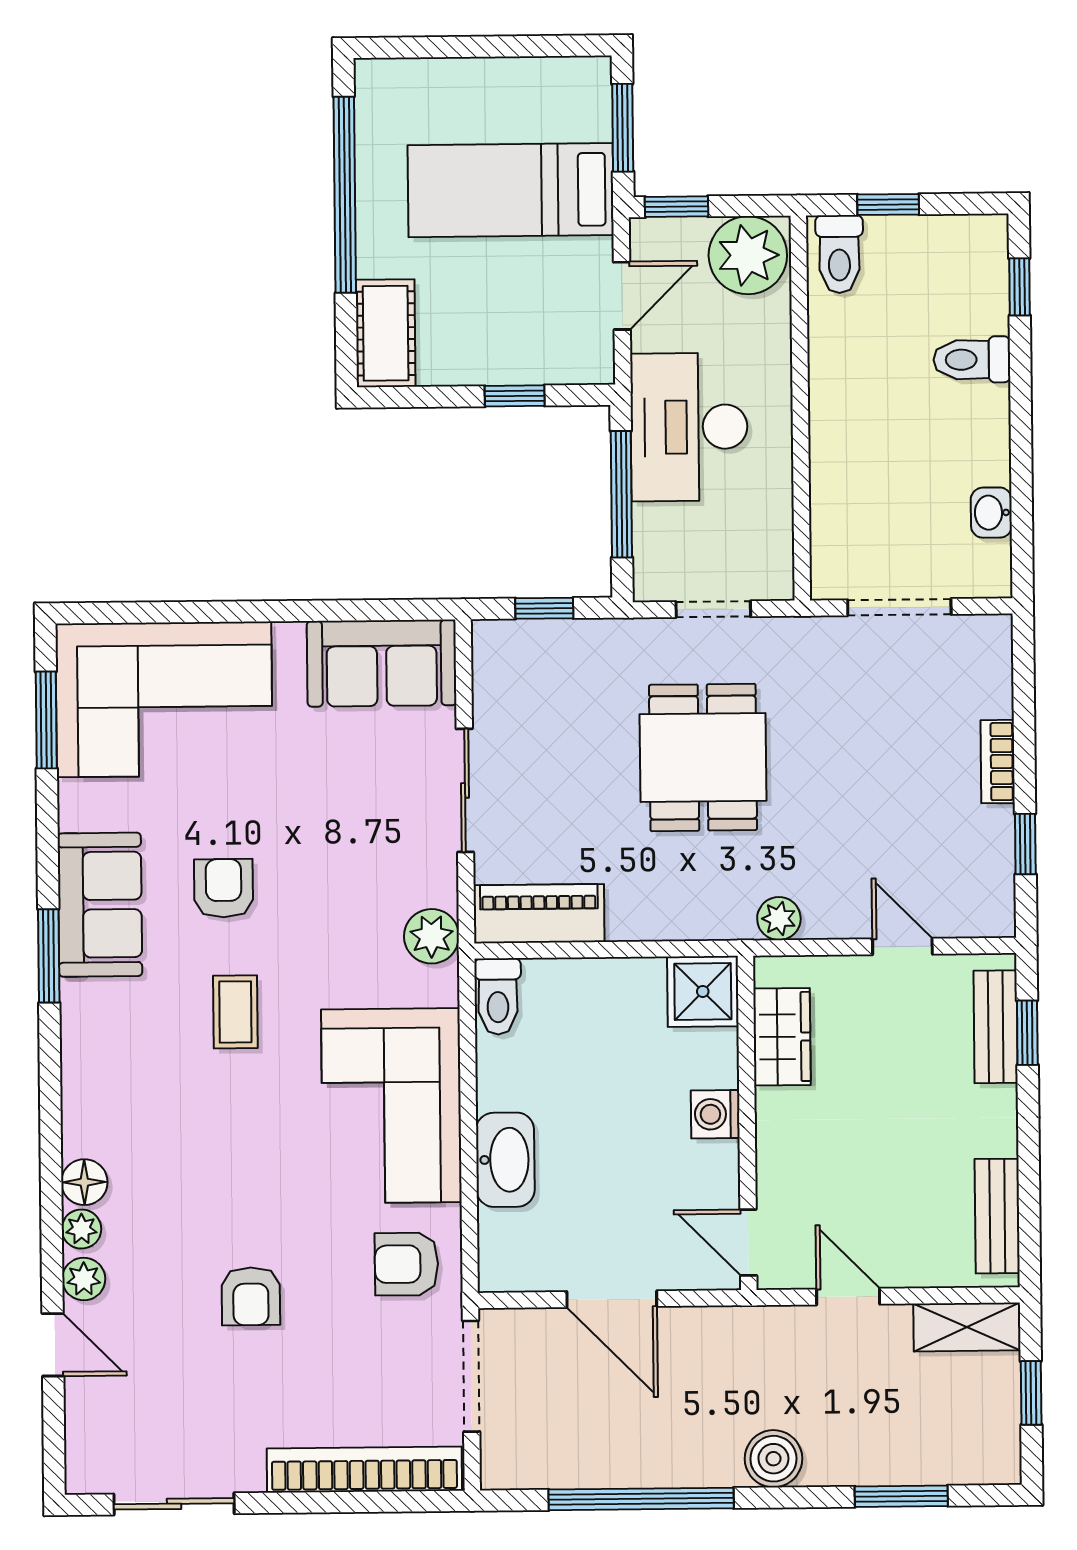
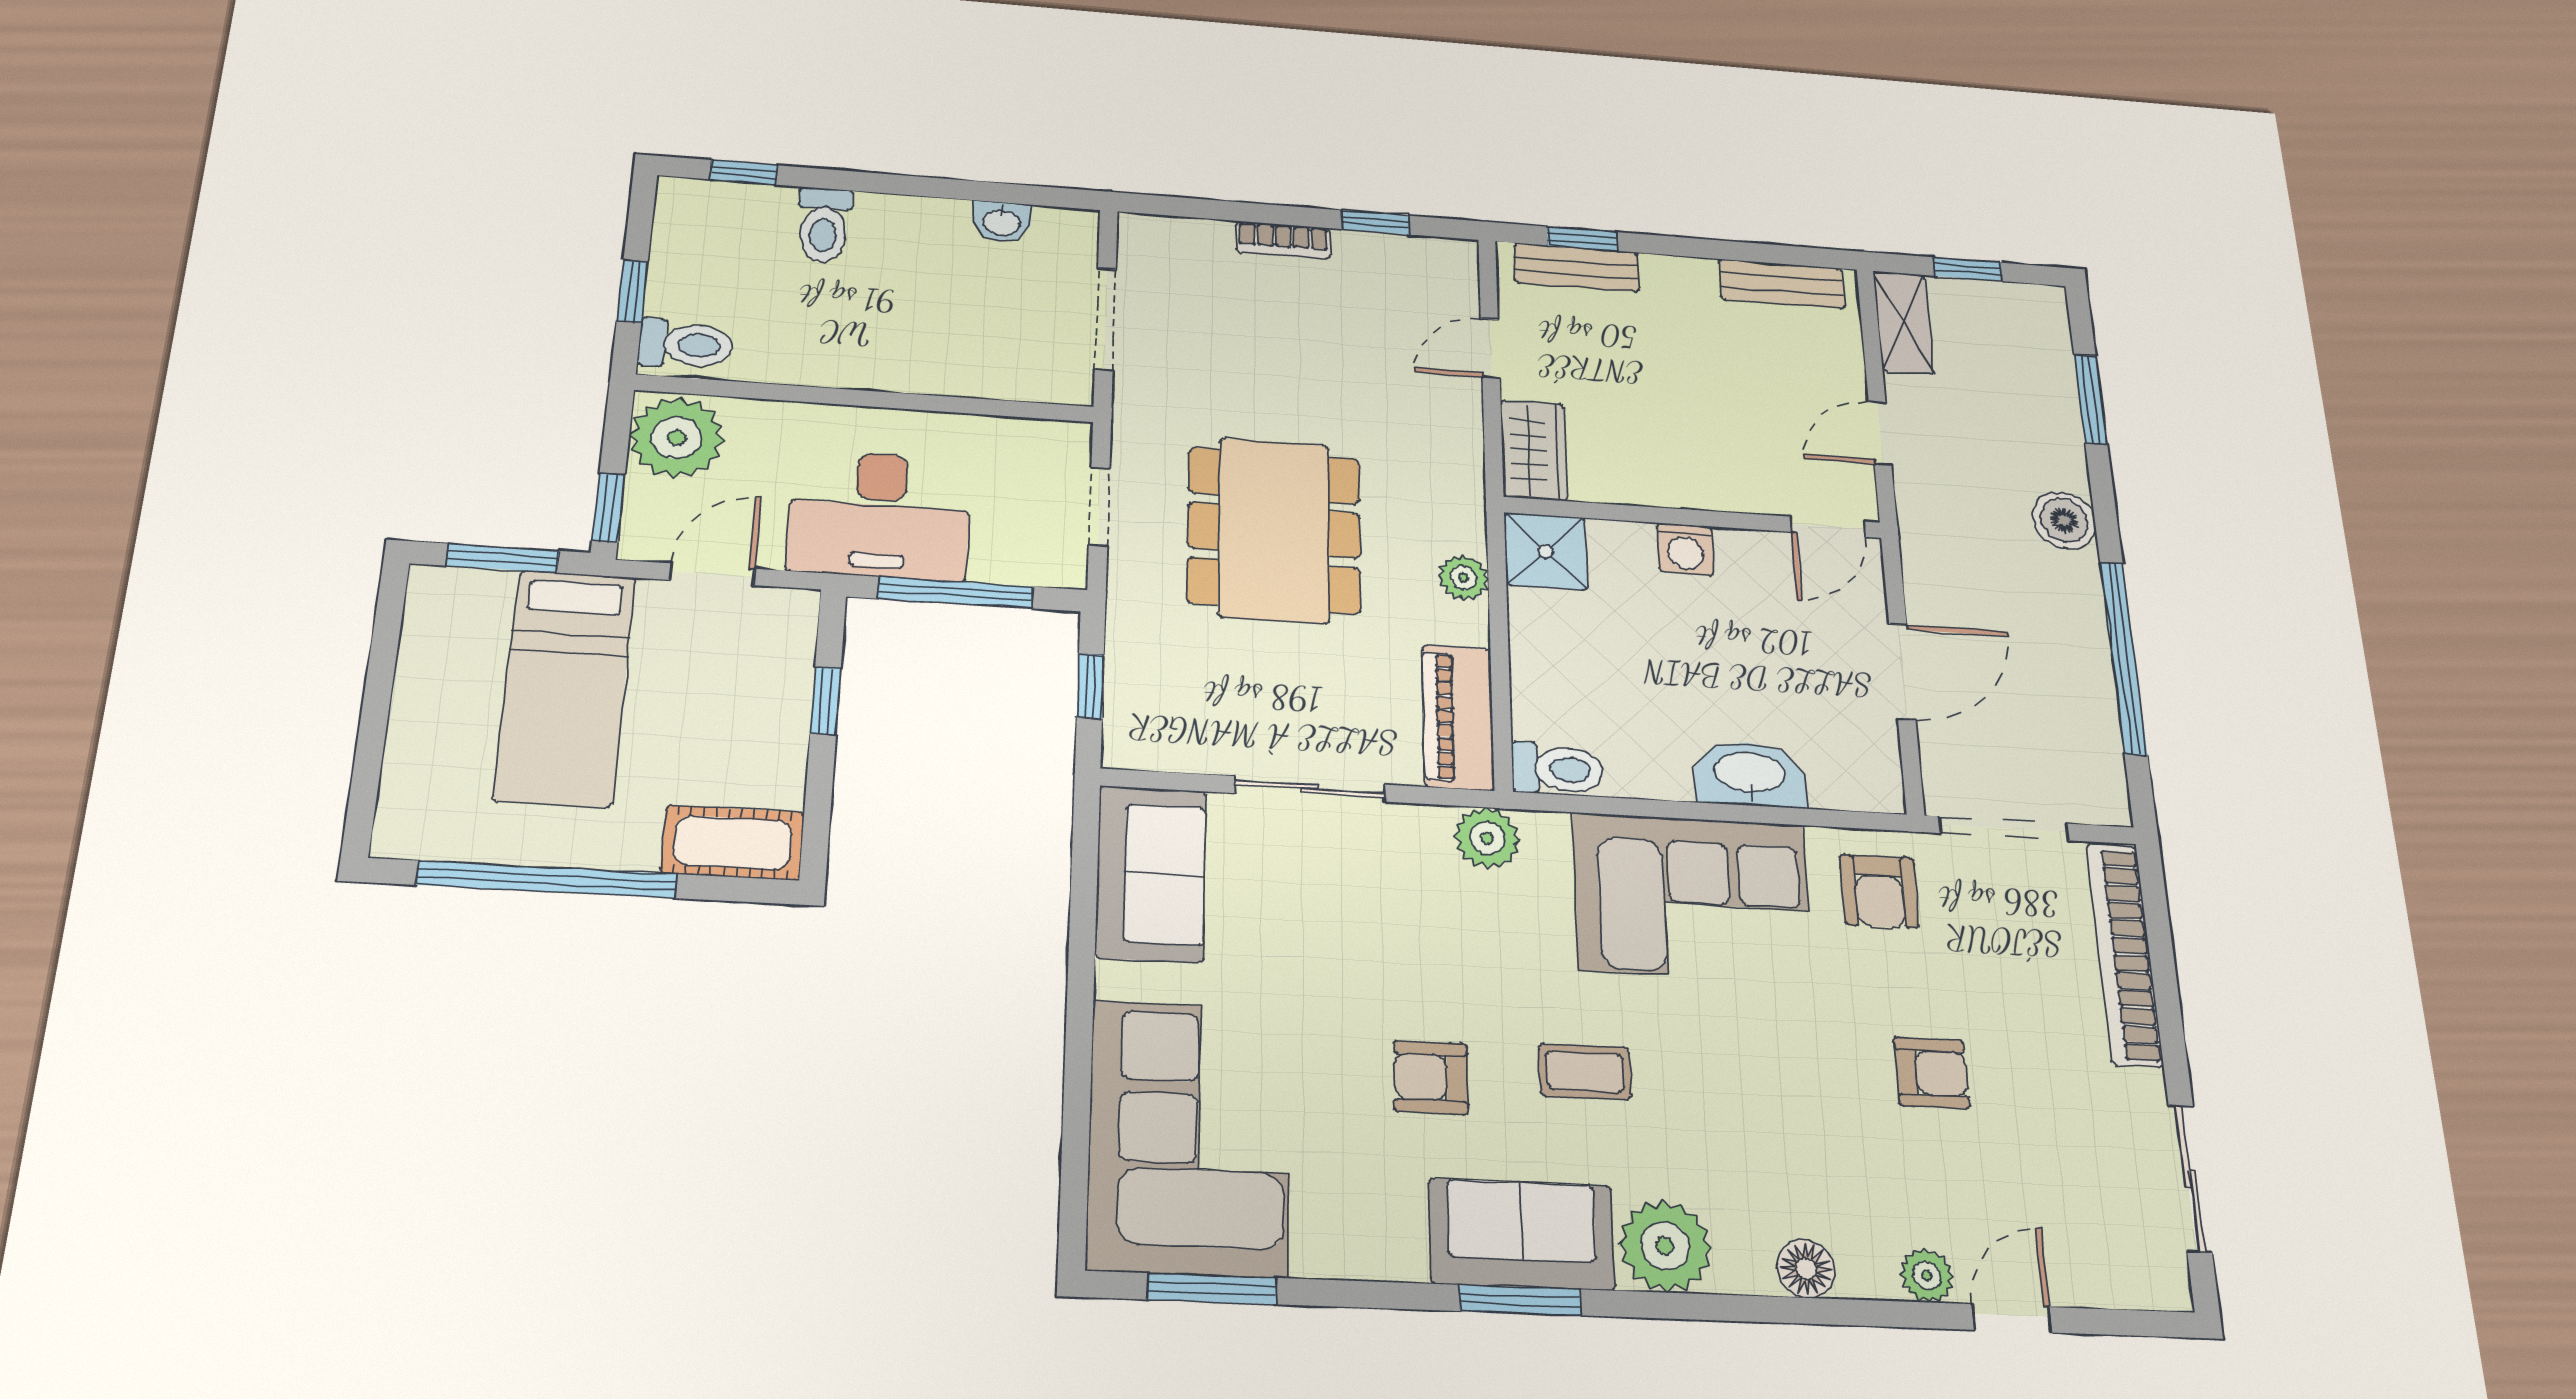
door: (622, 296) -> (712, 574), hinge flipped
dining table: (703, 757) -> (1274, 530), width x1.38
sofa: (100, 905) -> (1522, 1234), moved
plant: (779, 919) -> (1463, 578), moved
wardrobe: (782, 1037) -> (1534, 450), moved, turned 90
plant: (81, 1229) -> (1665, 1246), moved, width x1.88, depth x1.88

